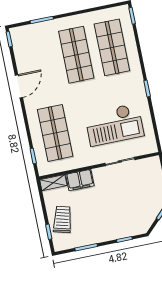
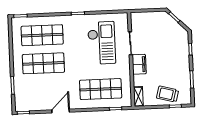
door: (19, 86) -> (61, 111), hinge flipped
filing cabinet: (80, 180) -> (139, 64), moved

